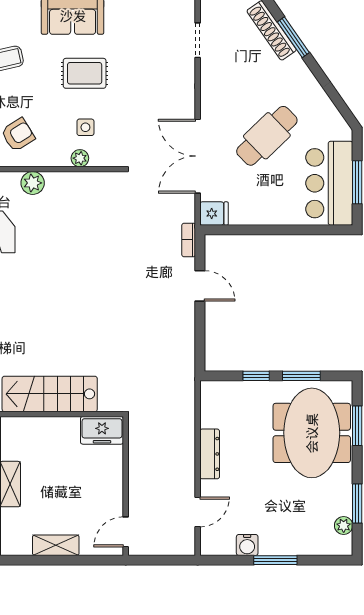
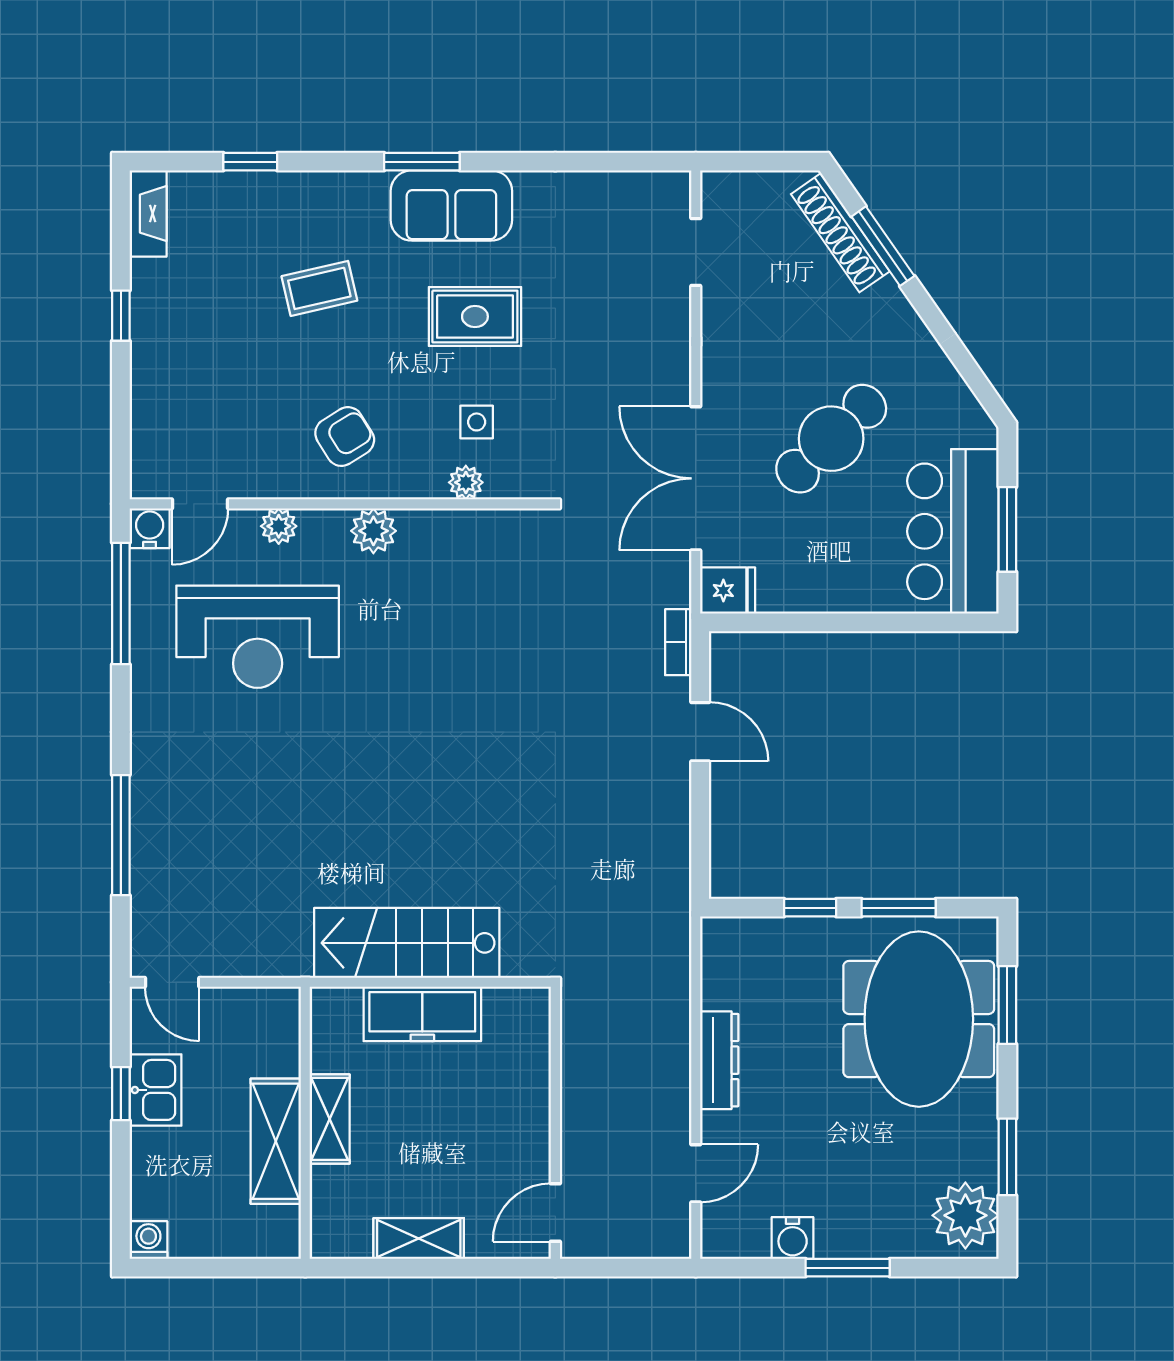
freezer: (102, 430) -> (422, 1014), moved, width x1.40
plant: (344, 526) -> (965, 1215), width x1.87, depth x1.87

